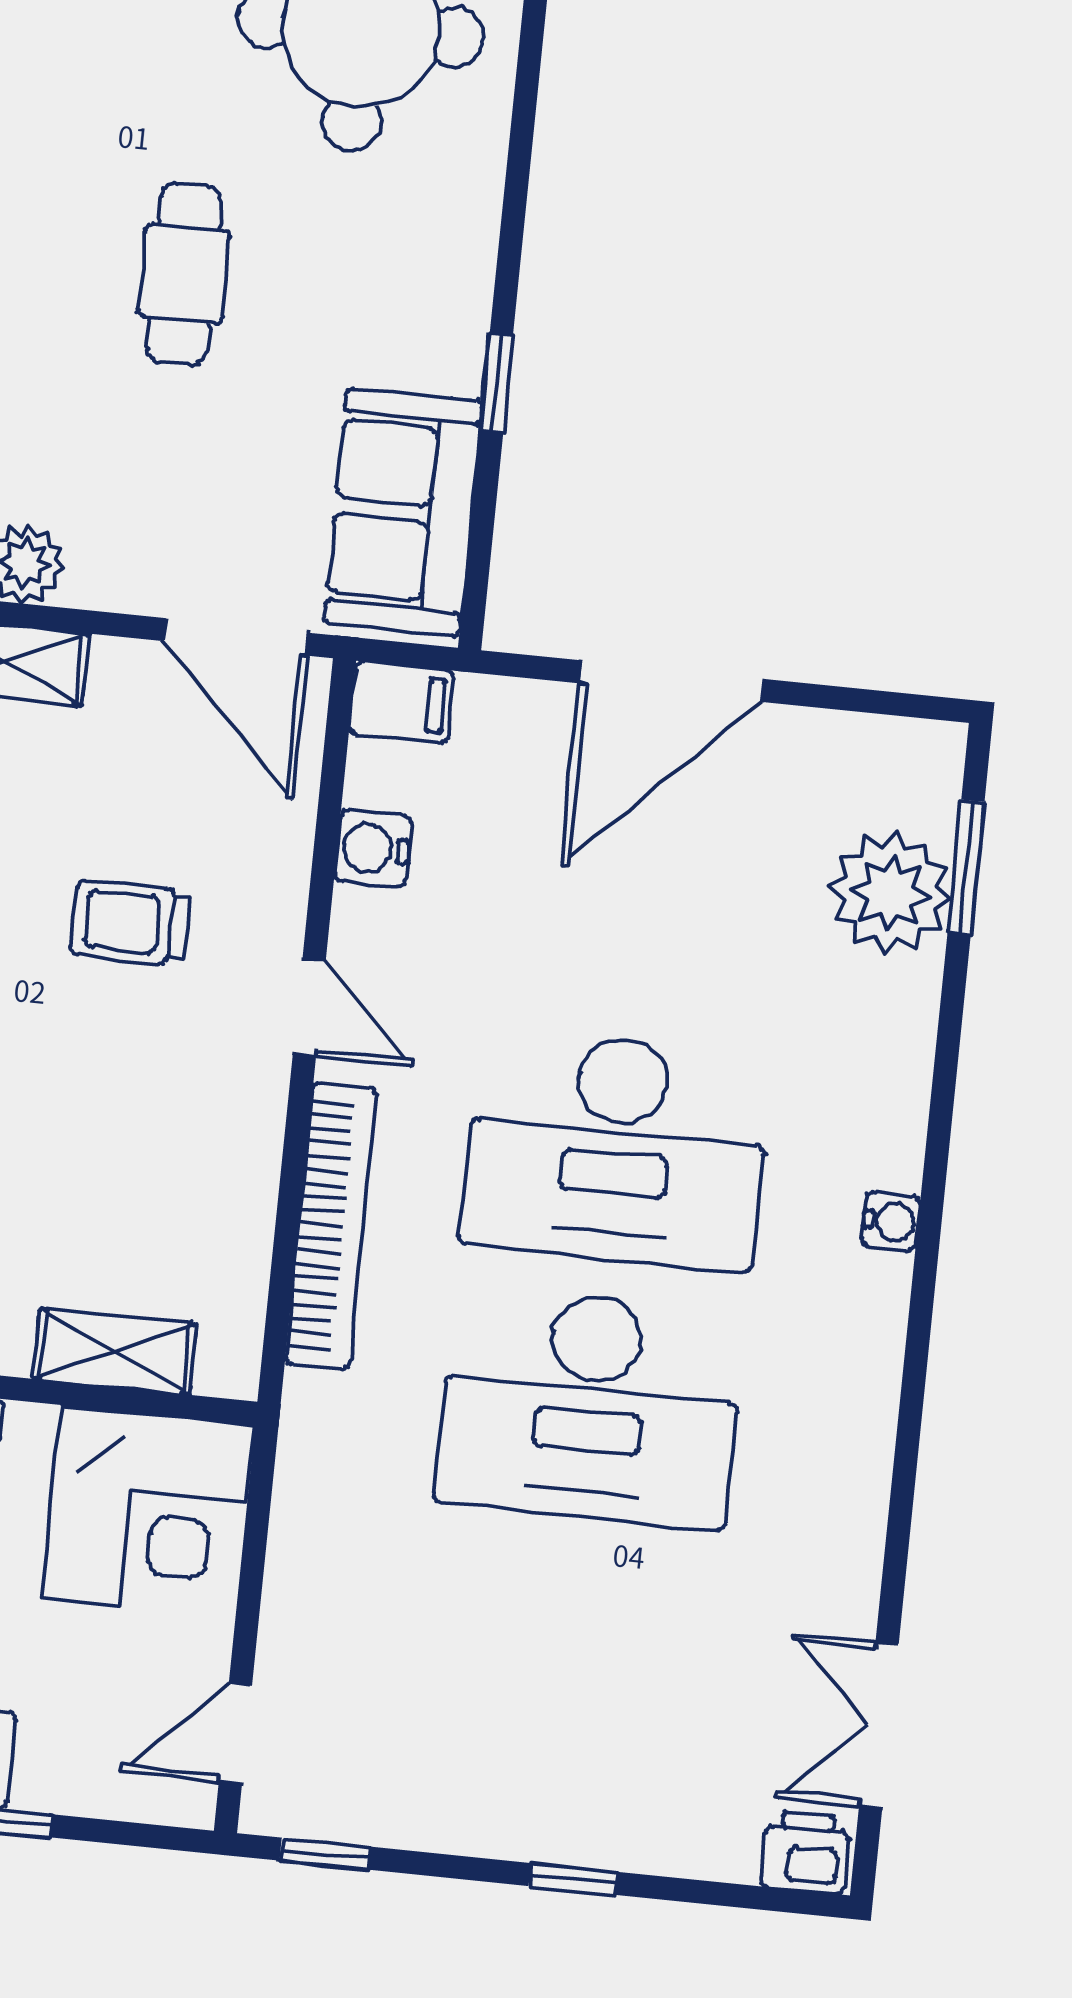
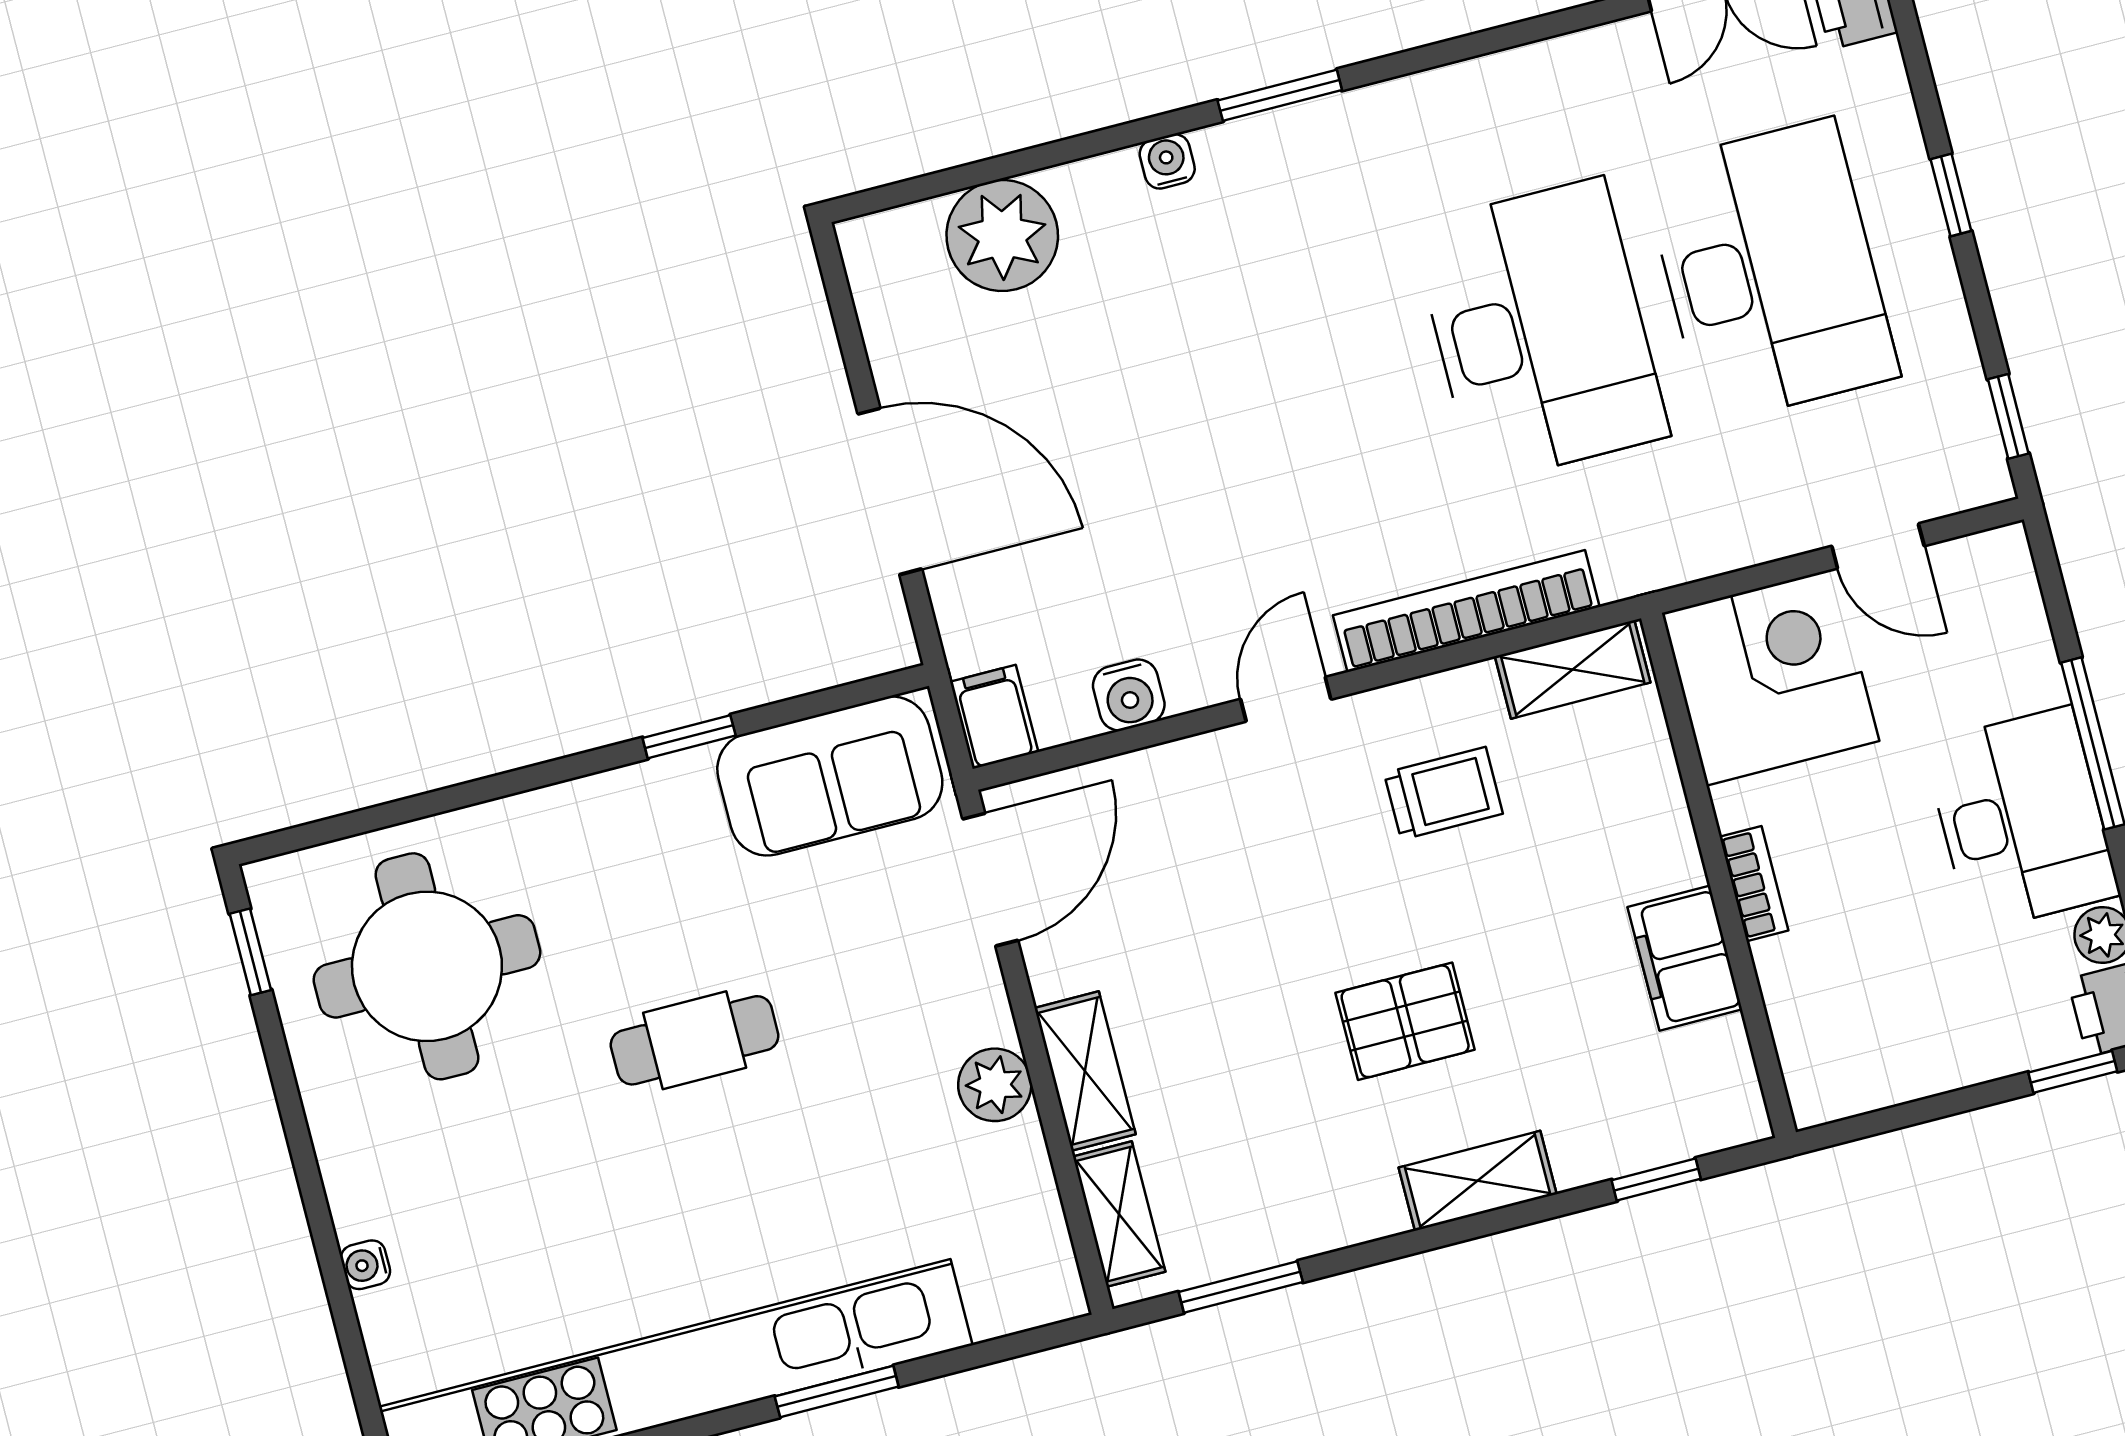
window: (966, 867) -> (1280, 95), moved
trolley: (130, 922) -> (1443, 793), moved, turned -90
desk: (616, 1149) -> (1770, 271), moved
water cooler: (891, 1221) -> (1167, 161), moved
shelving: (115, 1352) -> (1573, 669), moved, turned 90
door: (235, 1734) -> (1878, 546), moved

